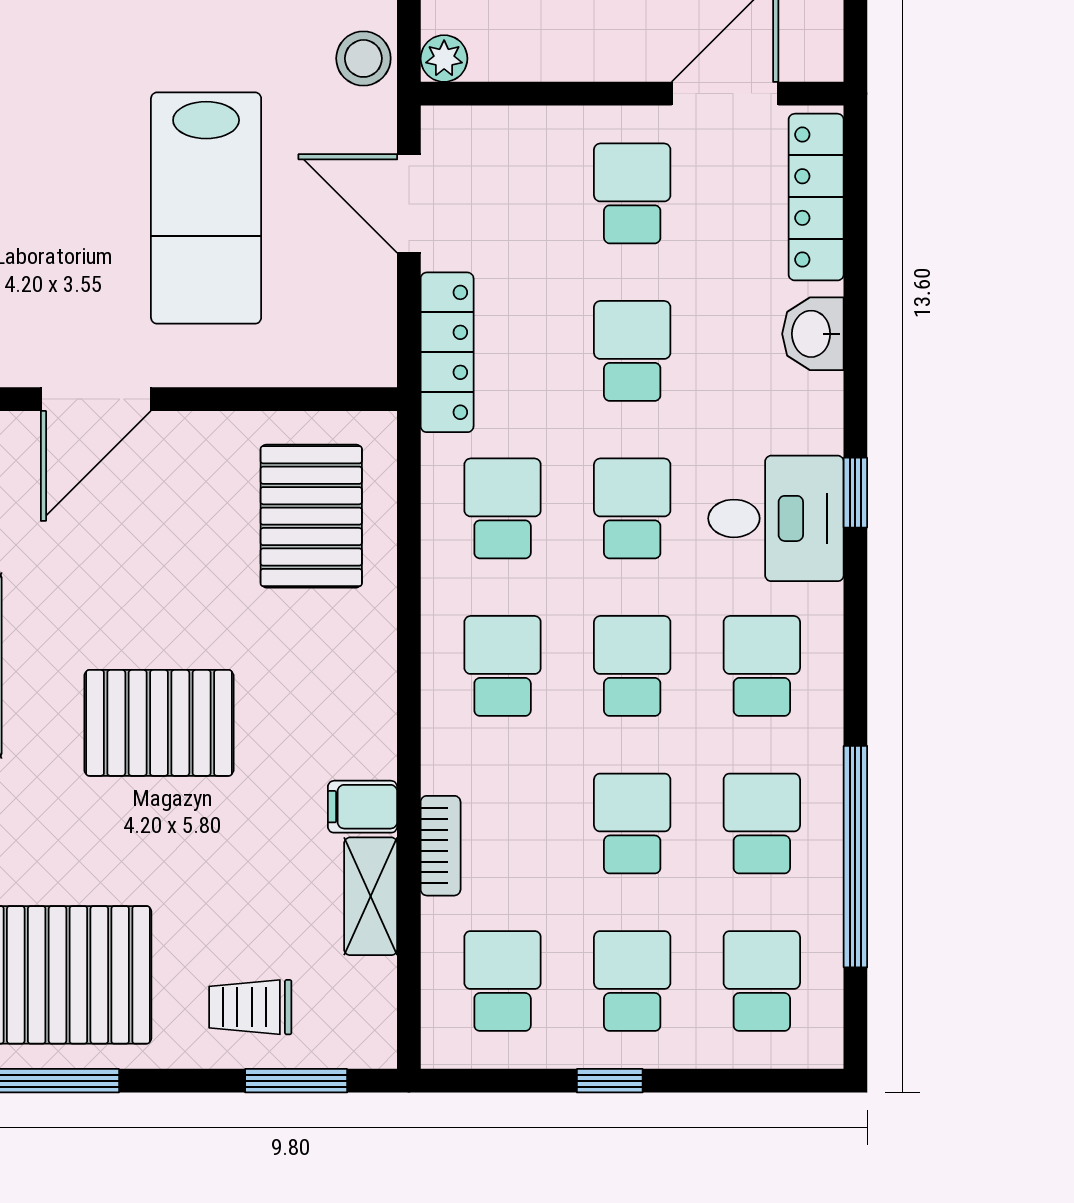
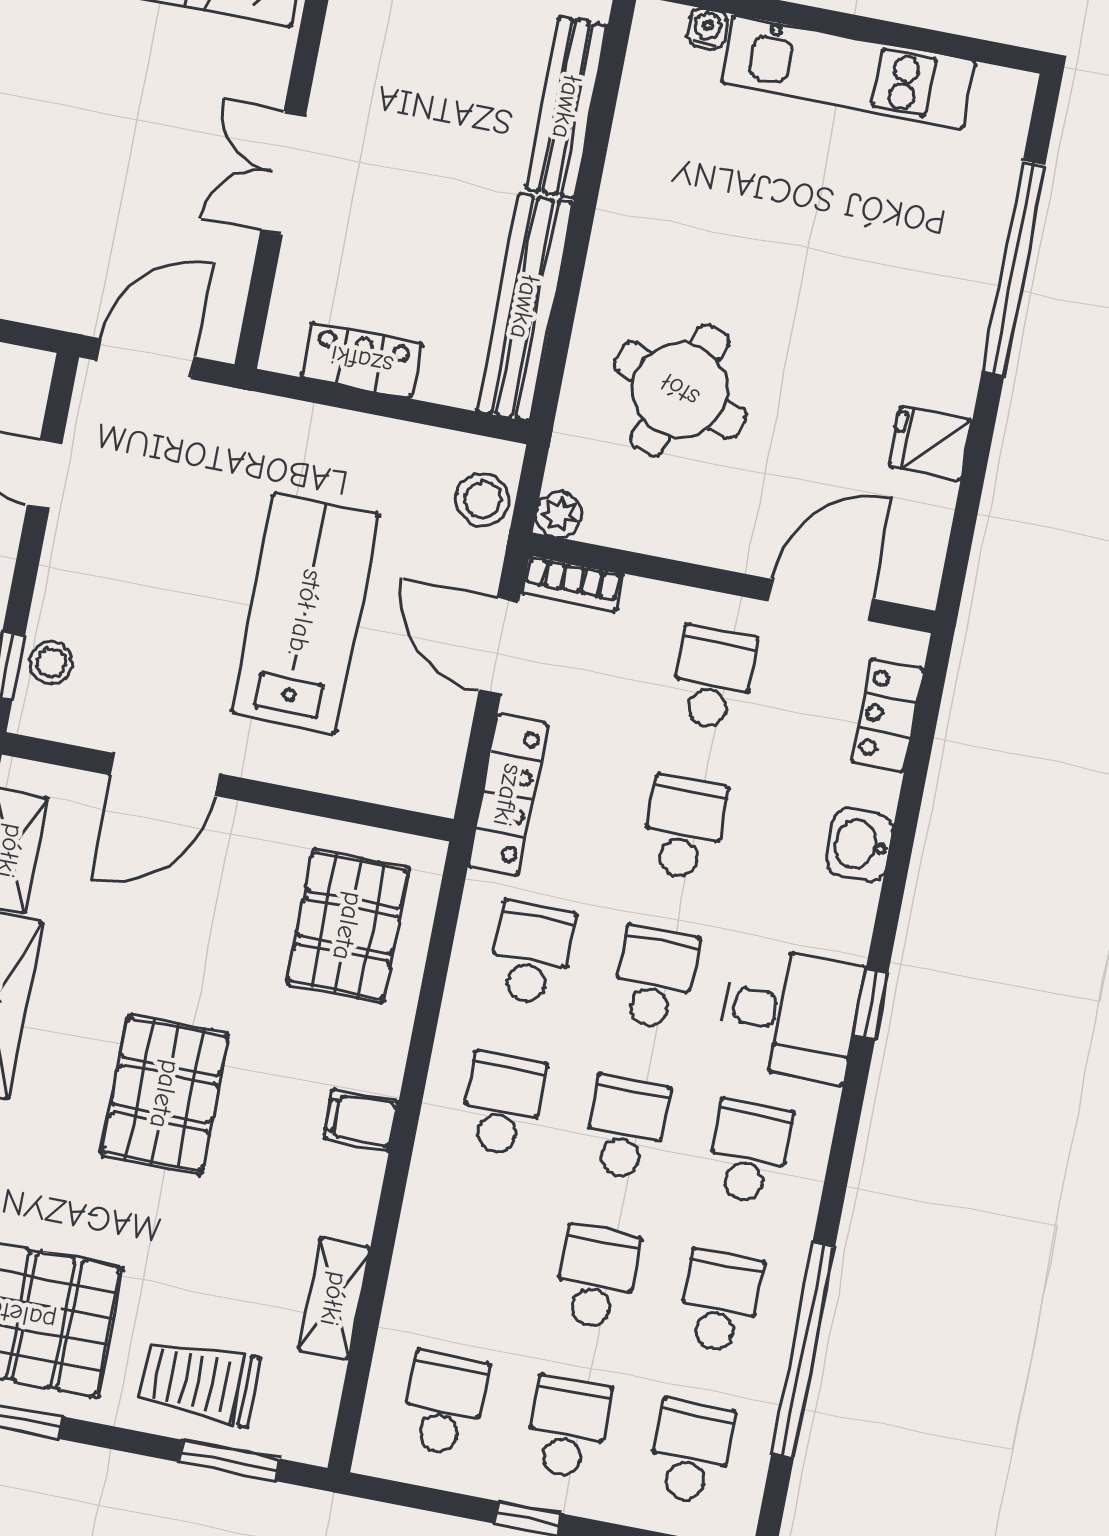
locker: (816, 197) -> (888, 715), width x0.66
lab bench: (206, 208) -> (305, 613), turned 180
pallet: (159, 723) -> (165, 1094), turned 90
filing cabinet: (363, 807) -> (361, 1120), moved
bookcase: (441, 846) -> (572, 583), moved, turned 90
trolley: (250, 1007) -> (199, 1382), width x1.36, depth x1.39

